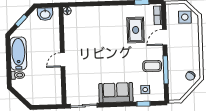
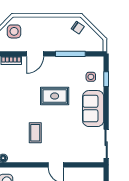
rug: (136, 30) -> (55, 96), moved
door: (165, 37) -> (35, 54), hinge flipped
coffee table: (152, 66) -> (35, 133), moved

